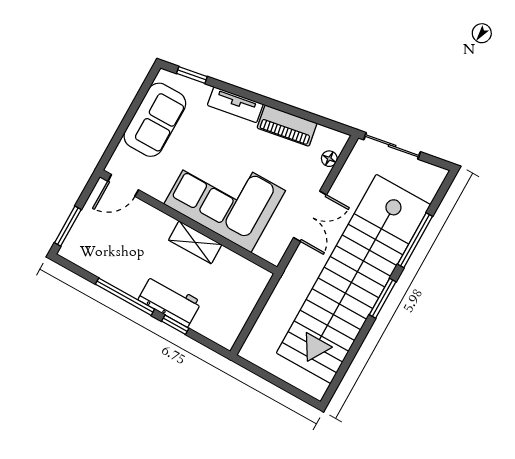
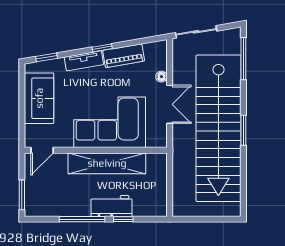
window: (266, 101) -> (102, 48), added
floor lamp: (329, 159) -> (161, 77), moved
window: (415, 240) -> (243, 59), moved
shelving: (195, 242) -> (107, 163), width x2.20, depth x1.33

